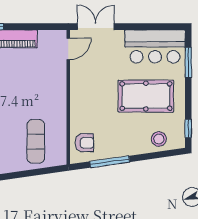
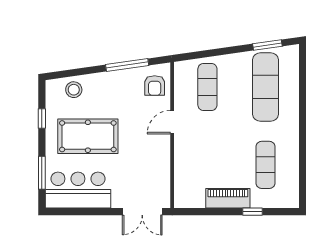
door: (68, 49) -> (172, 122), moved
window: (188, 129) -> (42, 119), moved
armchair: (84, 143) -> (155, 86), turned -90

